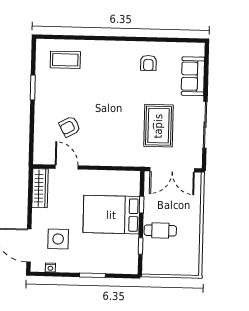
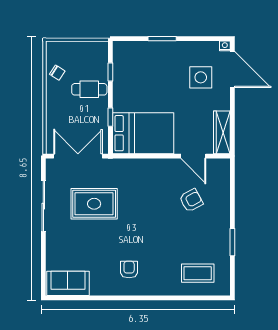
armchair: (148, 63) -> (129, 270), moved
sofa: (193, 76) -> (68, 283), moved, turned -90
rug: (158, 126) -> (94, 204), turned 90
bed: (111, 215) -> (143, 133), moved
chair: (189, 247) -> (57, 73), added
nightstand: (50, 268) -> (225, 46), moved

